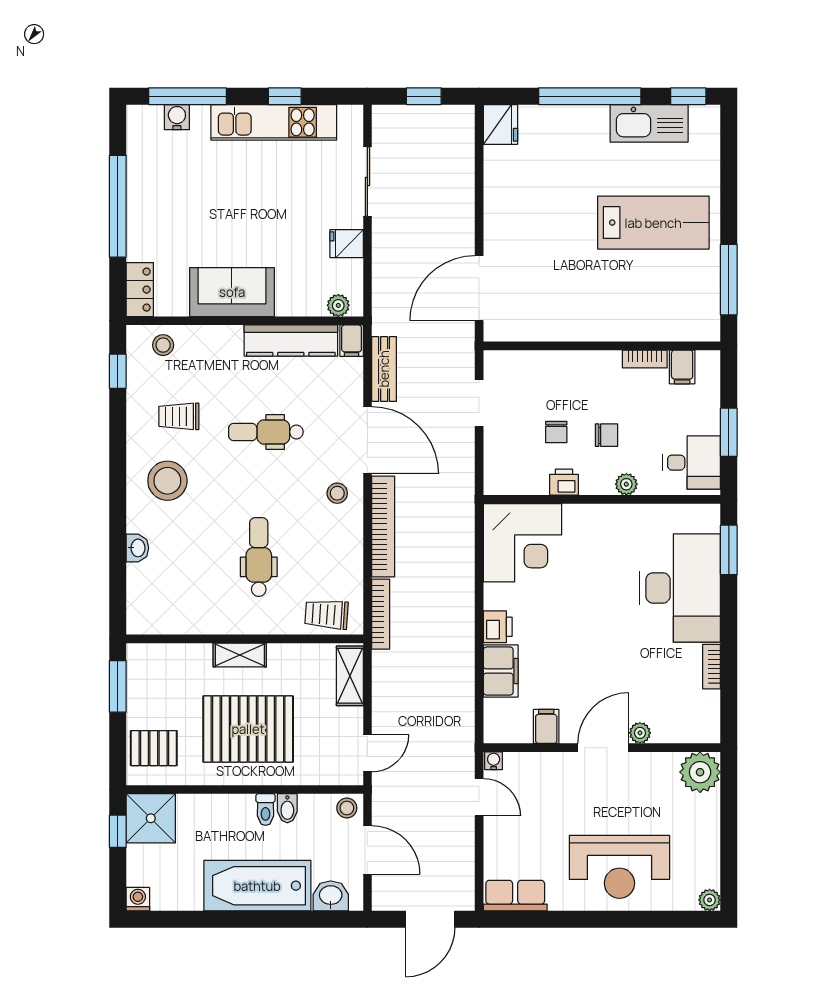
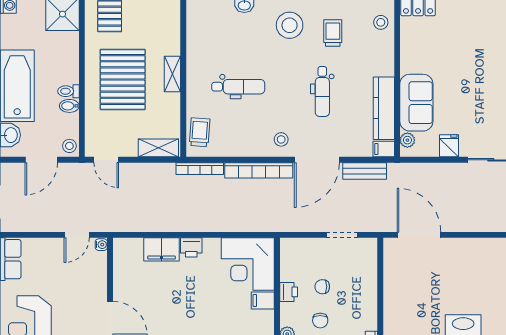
sofa: (232, 292) -> (416, 103), moved
dental chair: (266, 432) -> (322, 91), turned 180
filing cabinet: (546, 726) -> (263, 300), moved, turned 180

